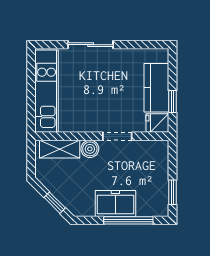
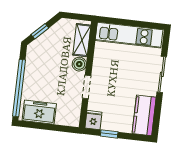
kitchen counter: (156, 88) -> (144, 115), moved, turned -90
window: (172, 192) -> (37, 126), removed
freezer: (115, 203) -> (39, 112), moved, turned -90
window: (128, 220) -> (19, 88), width x1.46

